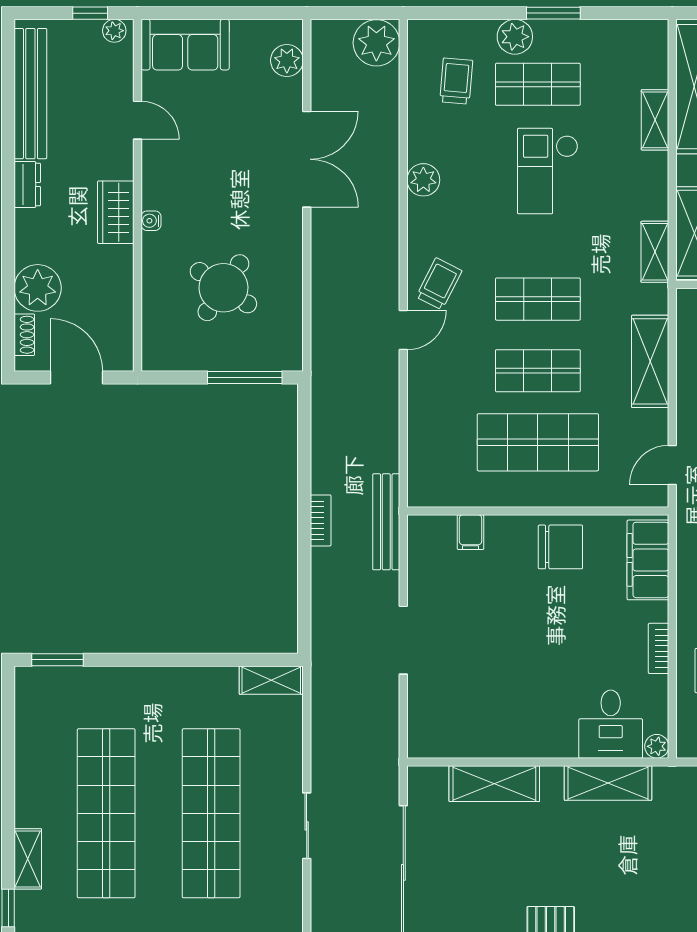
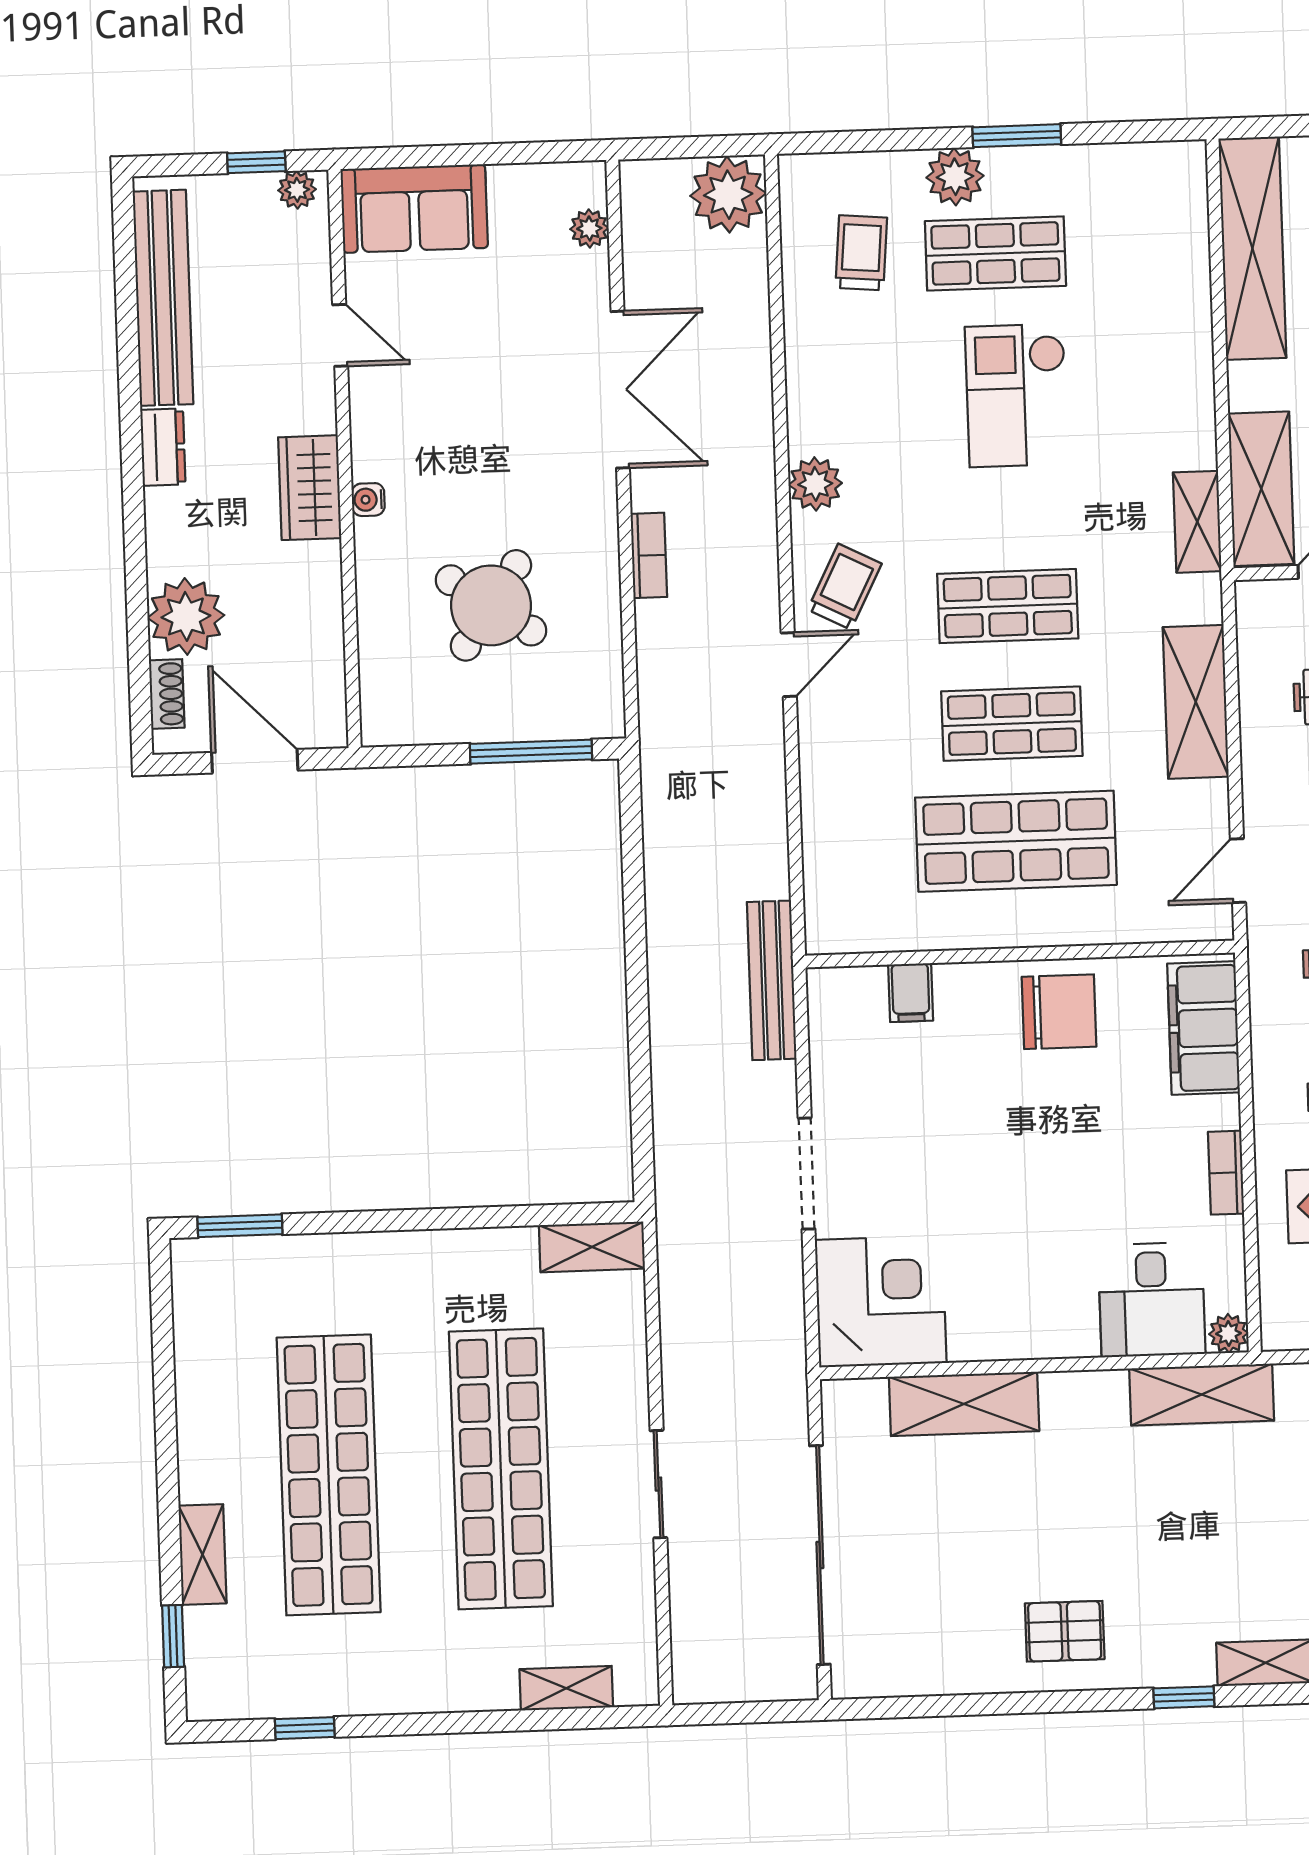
plant: (287, 60) -> (589, 229), width x0.73, depth x0.73
shelving: (655, 120) -> (1190, 305), removed
plant: (423, 180) -> (815, 484), moved
bookcase: (321, 520) -> (649, 555), moved
corner desk: (446, 719) -> (881, 1301), added
shelving: (608, 783) -> (1202, 1395), moved

